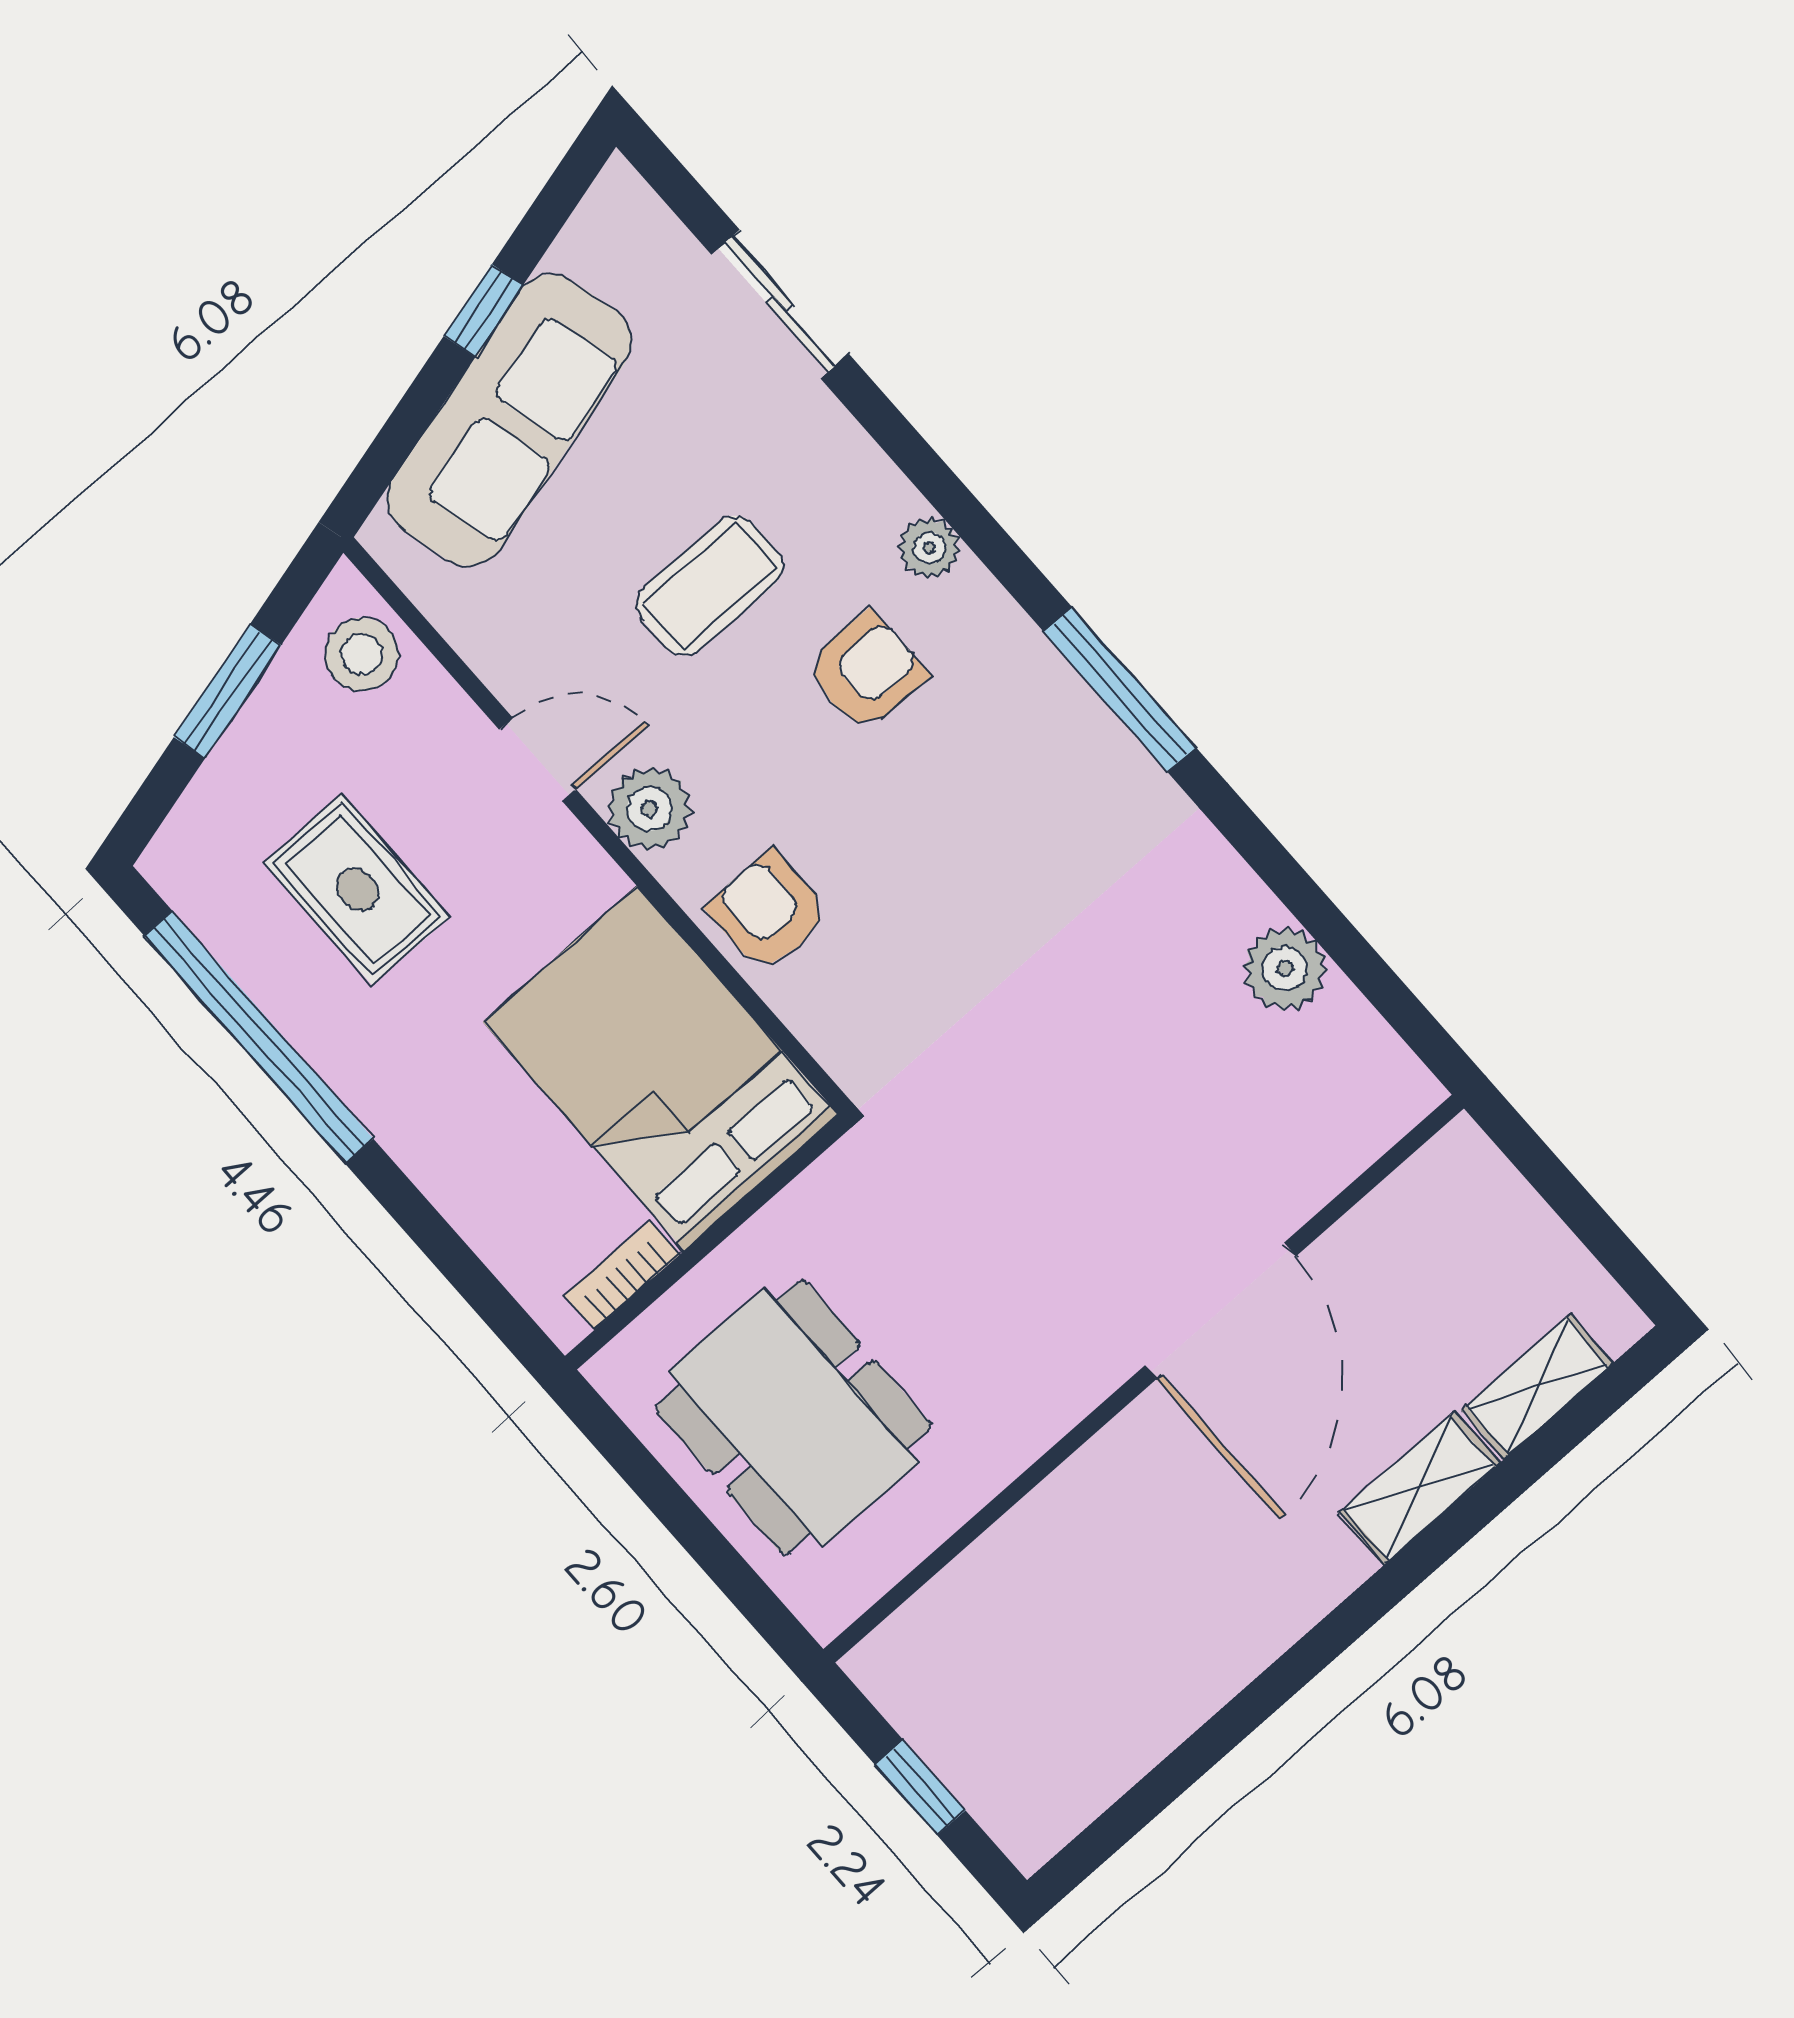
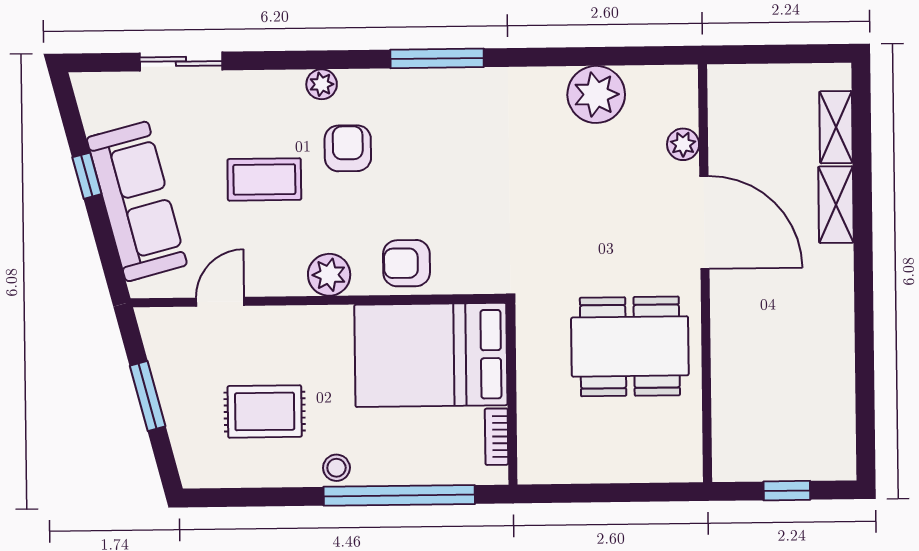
coffee table: (710, 585) -> (264, 179), turned 90
stool: (362, 654) -> (336, 468), moved, width x0.73, depth x0.73
door: (538, 760) -> (220, 302), moved
plant: (1285, 969) -> (596, 94), width x1.36, depth x1.36
window: (259, 1037) -> (399, 495), moved
plant: (1311, 1176) -> (683, 144), added
dining table: (793, 1417) -> (630, 346), moved

